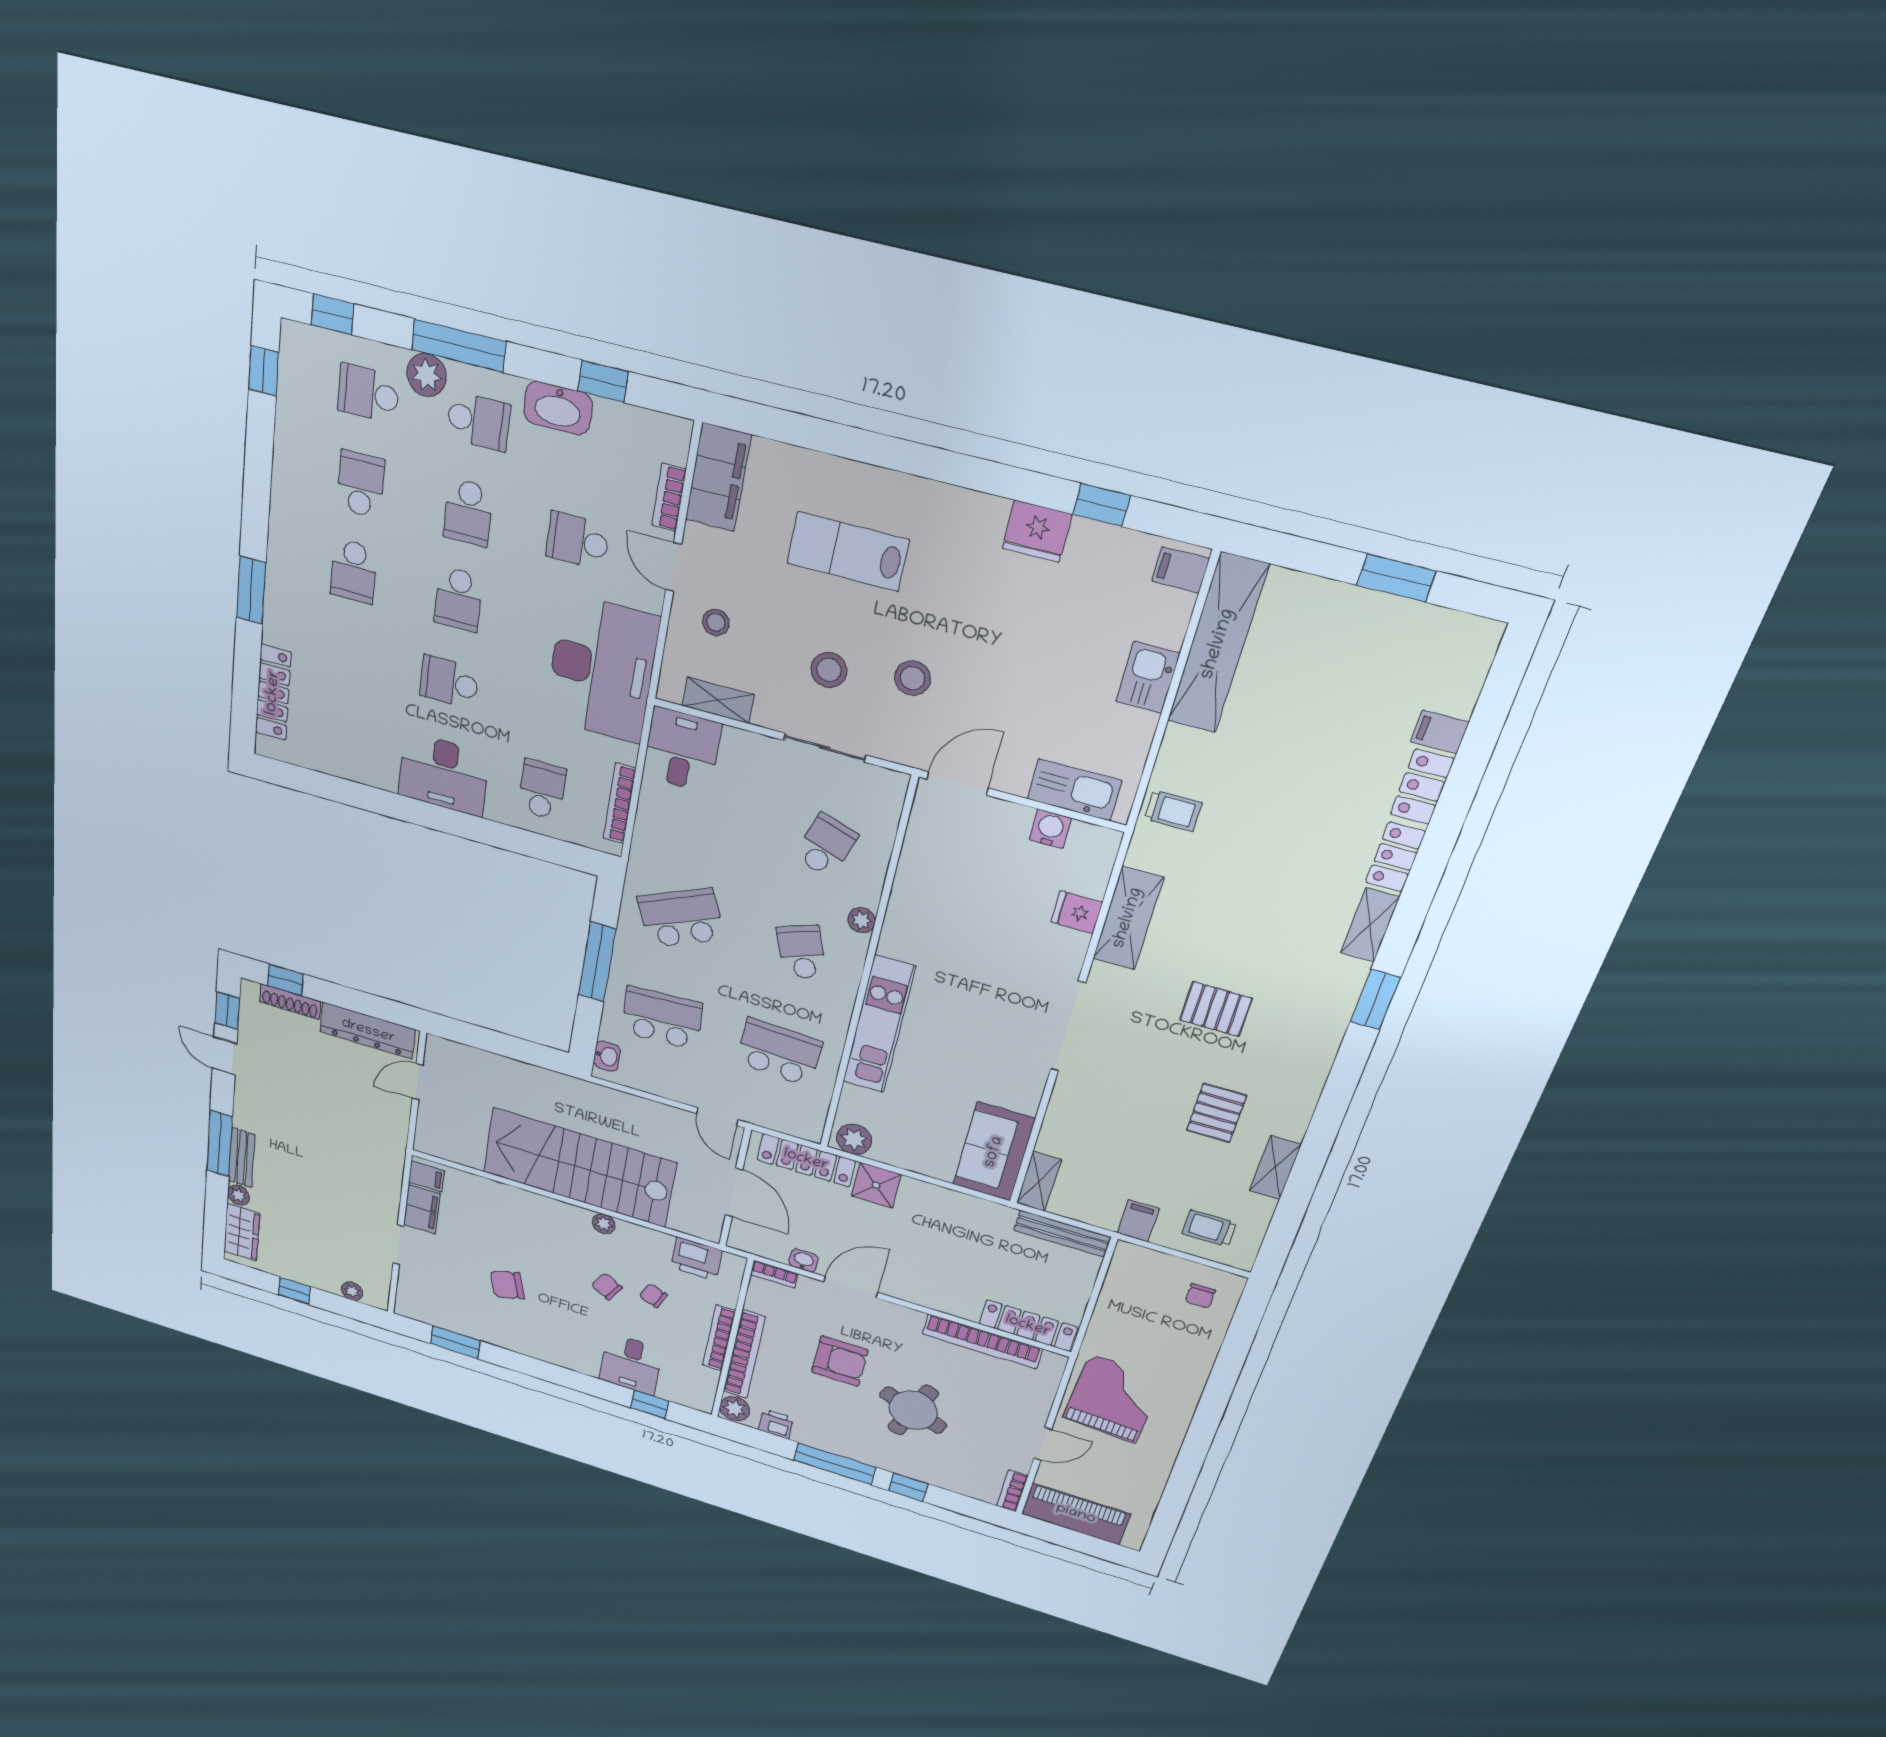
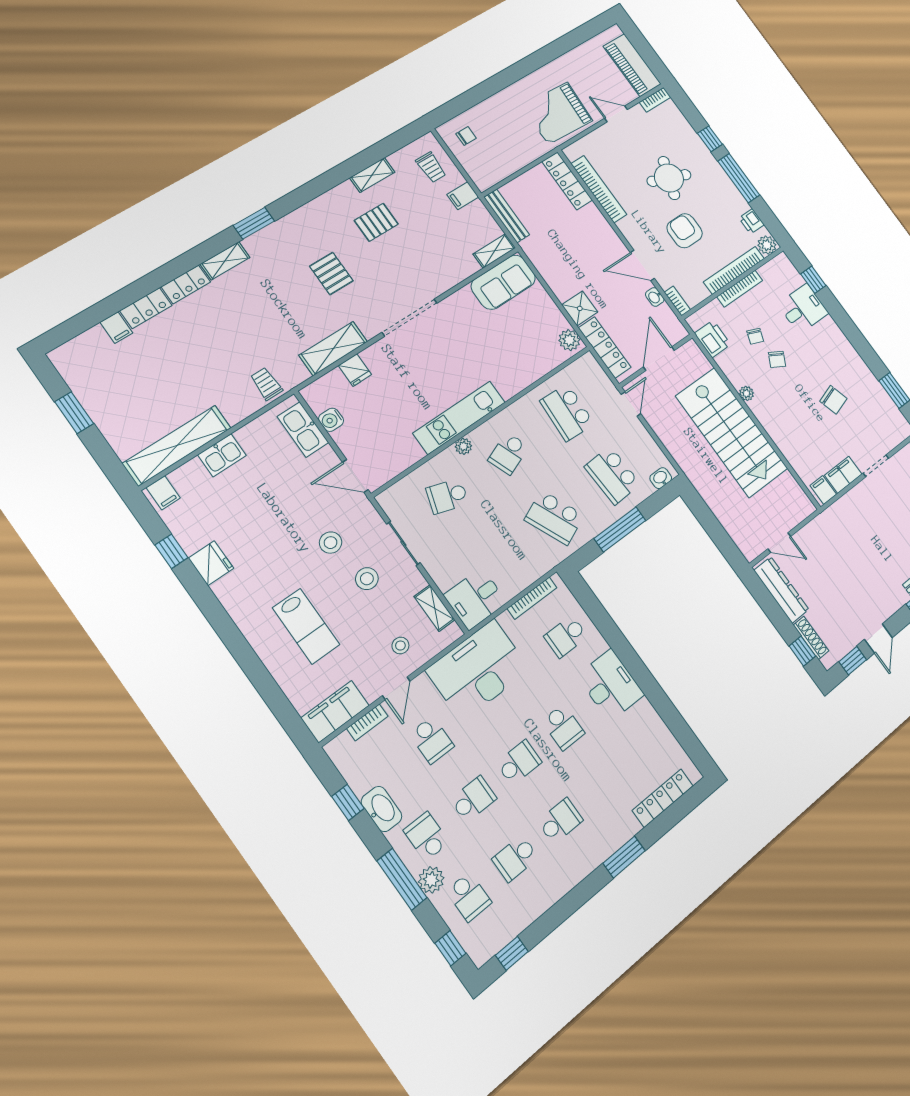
kitchen unit: (879, 1025) -> (459, 418), moved

